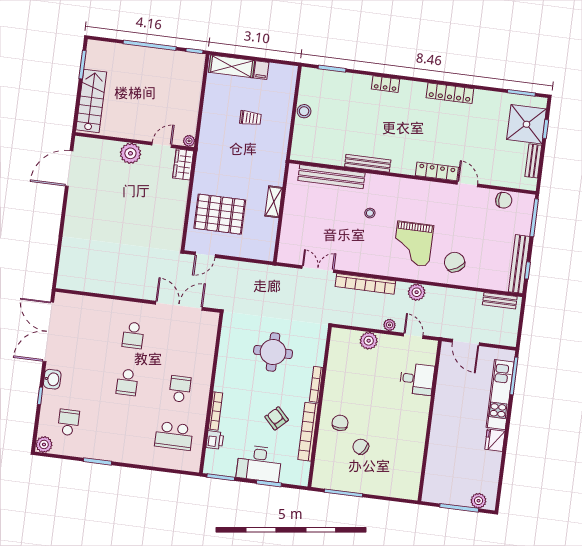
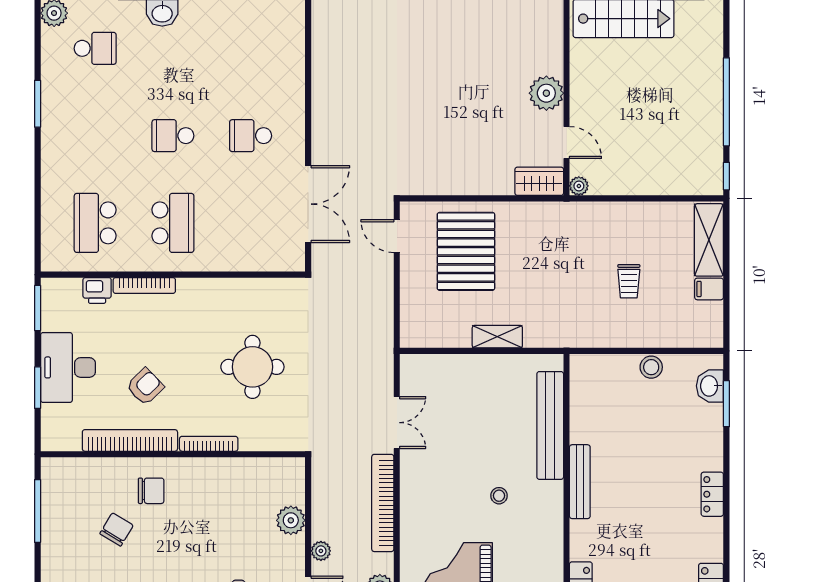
washbasin: (320, 77) -> (710, 386), added
school desk: (180, 389) -> (173, 223), width x1.85

